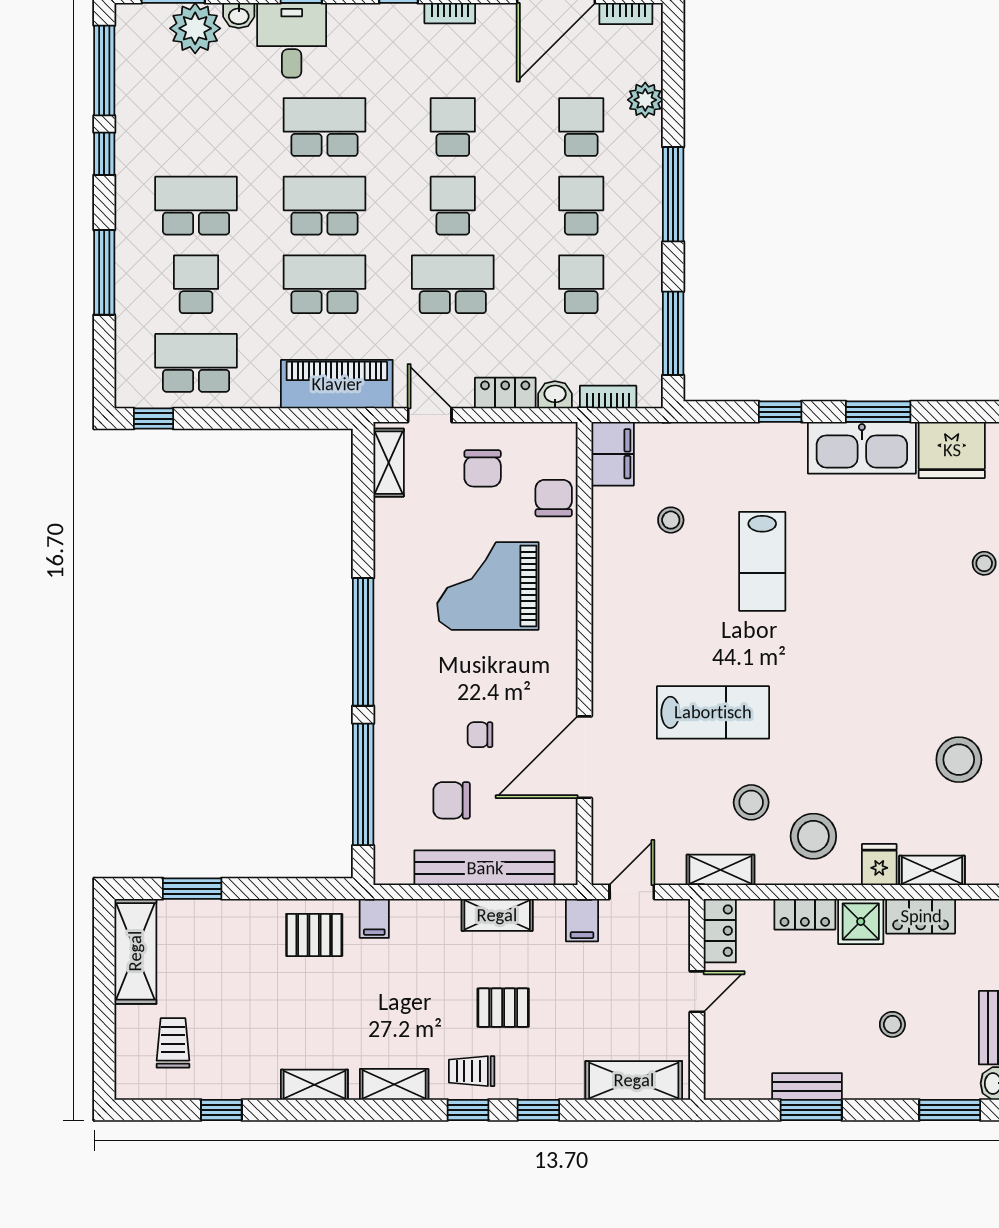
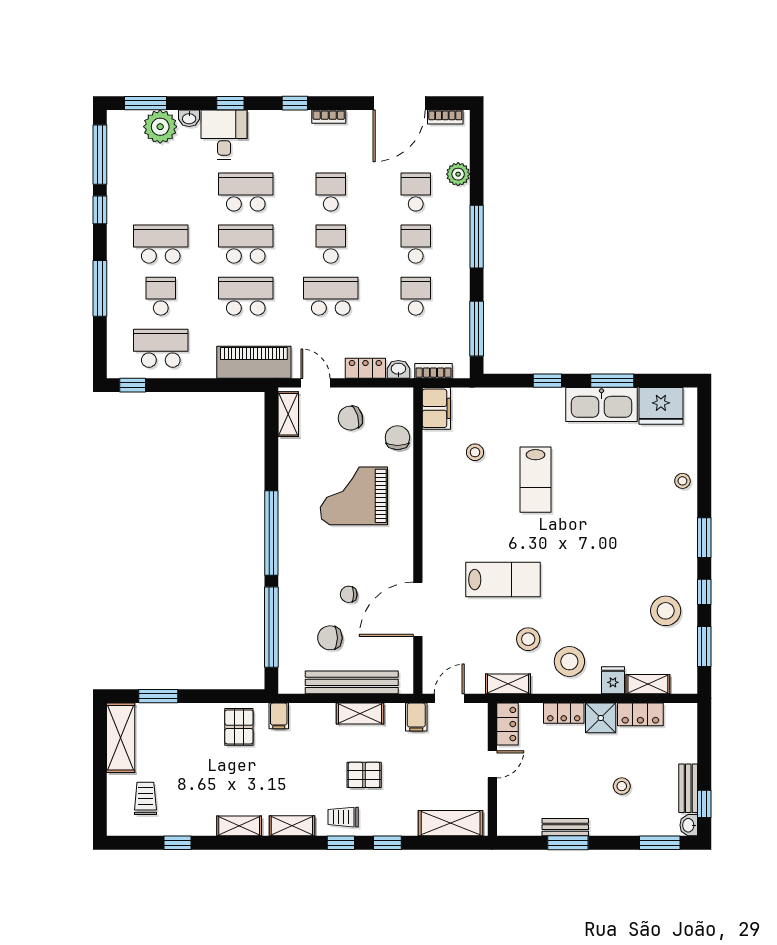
chair: (483, 468) -> (350, 418), turned 74
pallet: (314, 935) -> (239, 727), turned 90

